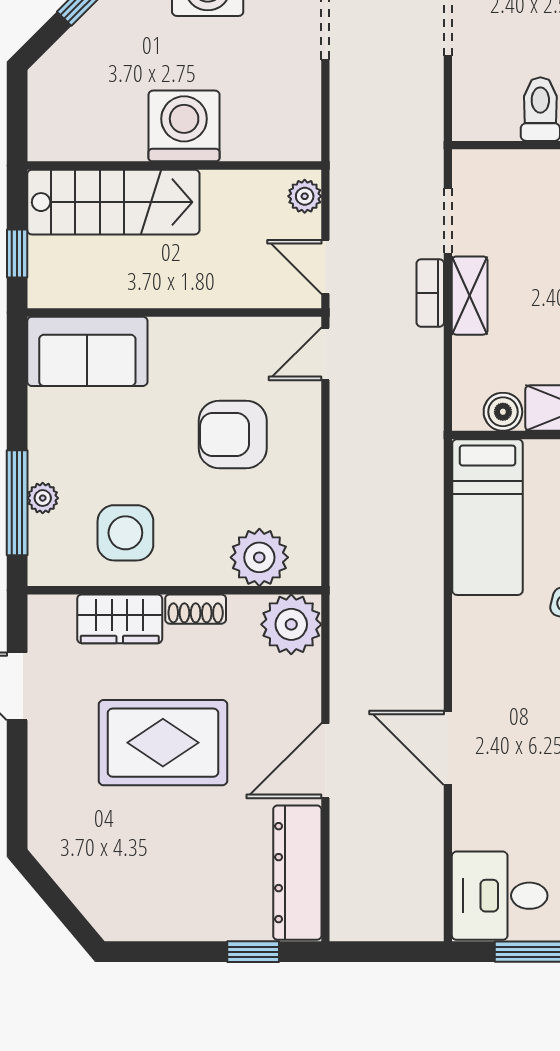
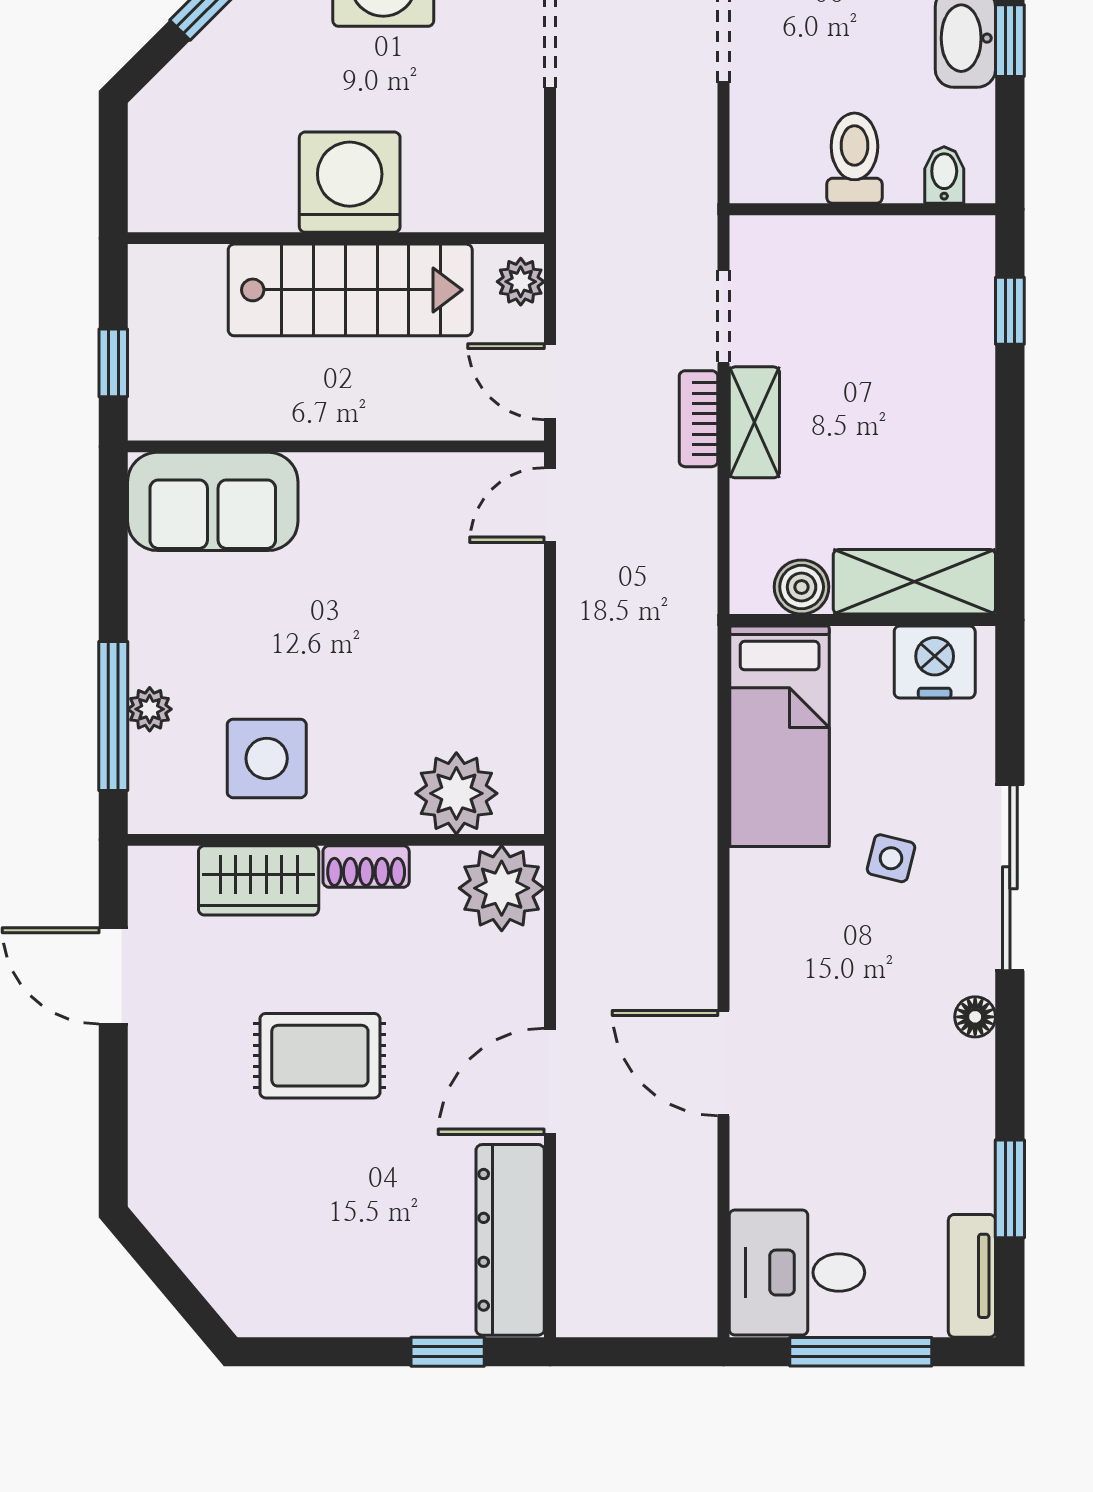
stairs: (113, 202) -> (350, 290), moved
armchair: (233, 434) -> (419, 619), removed
rug: (163, 743) -> (320, 1056), width x0.73, depth x0.70

